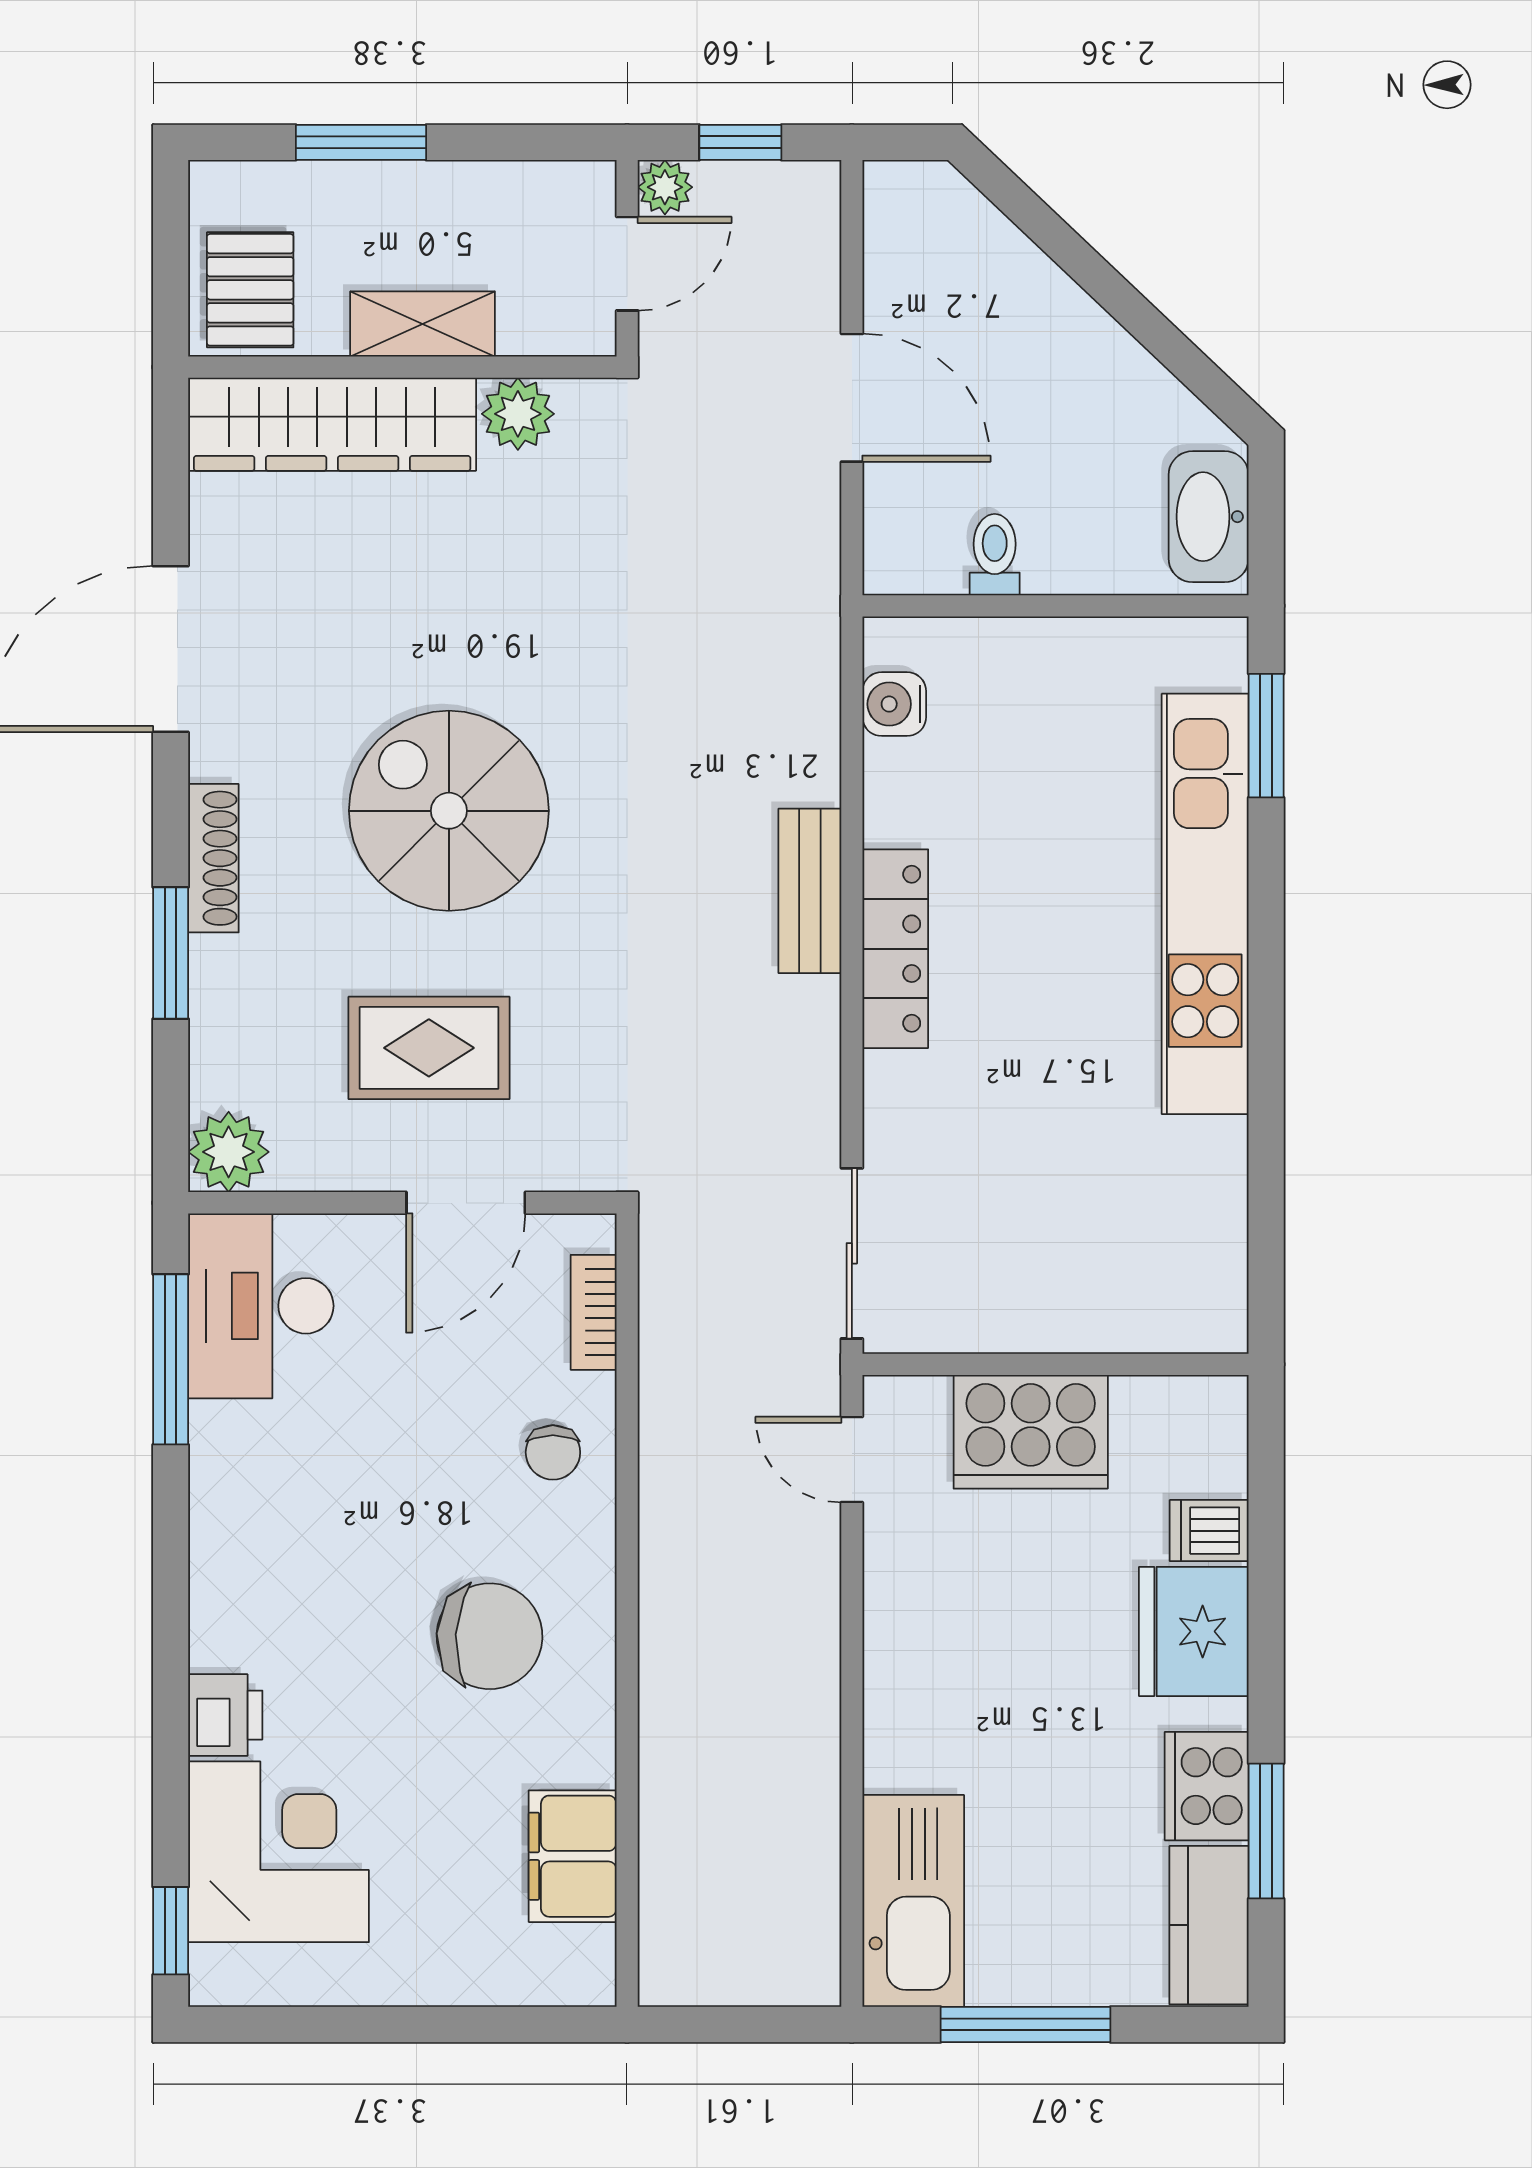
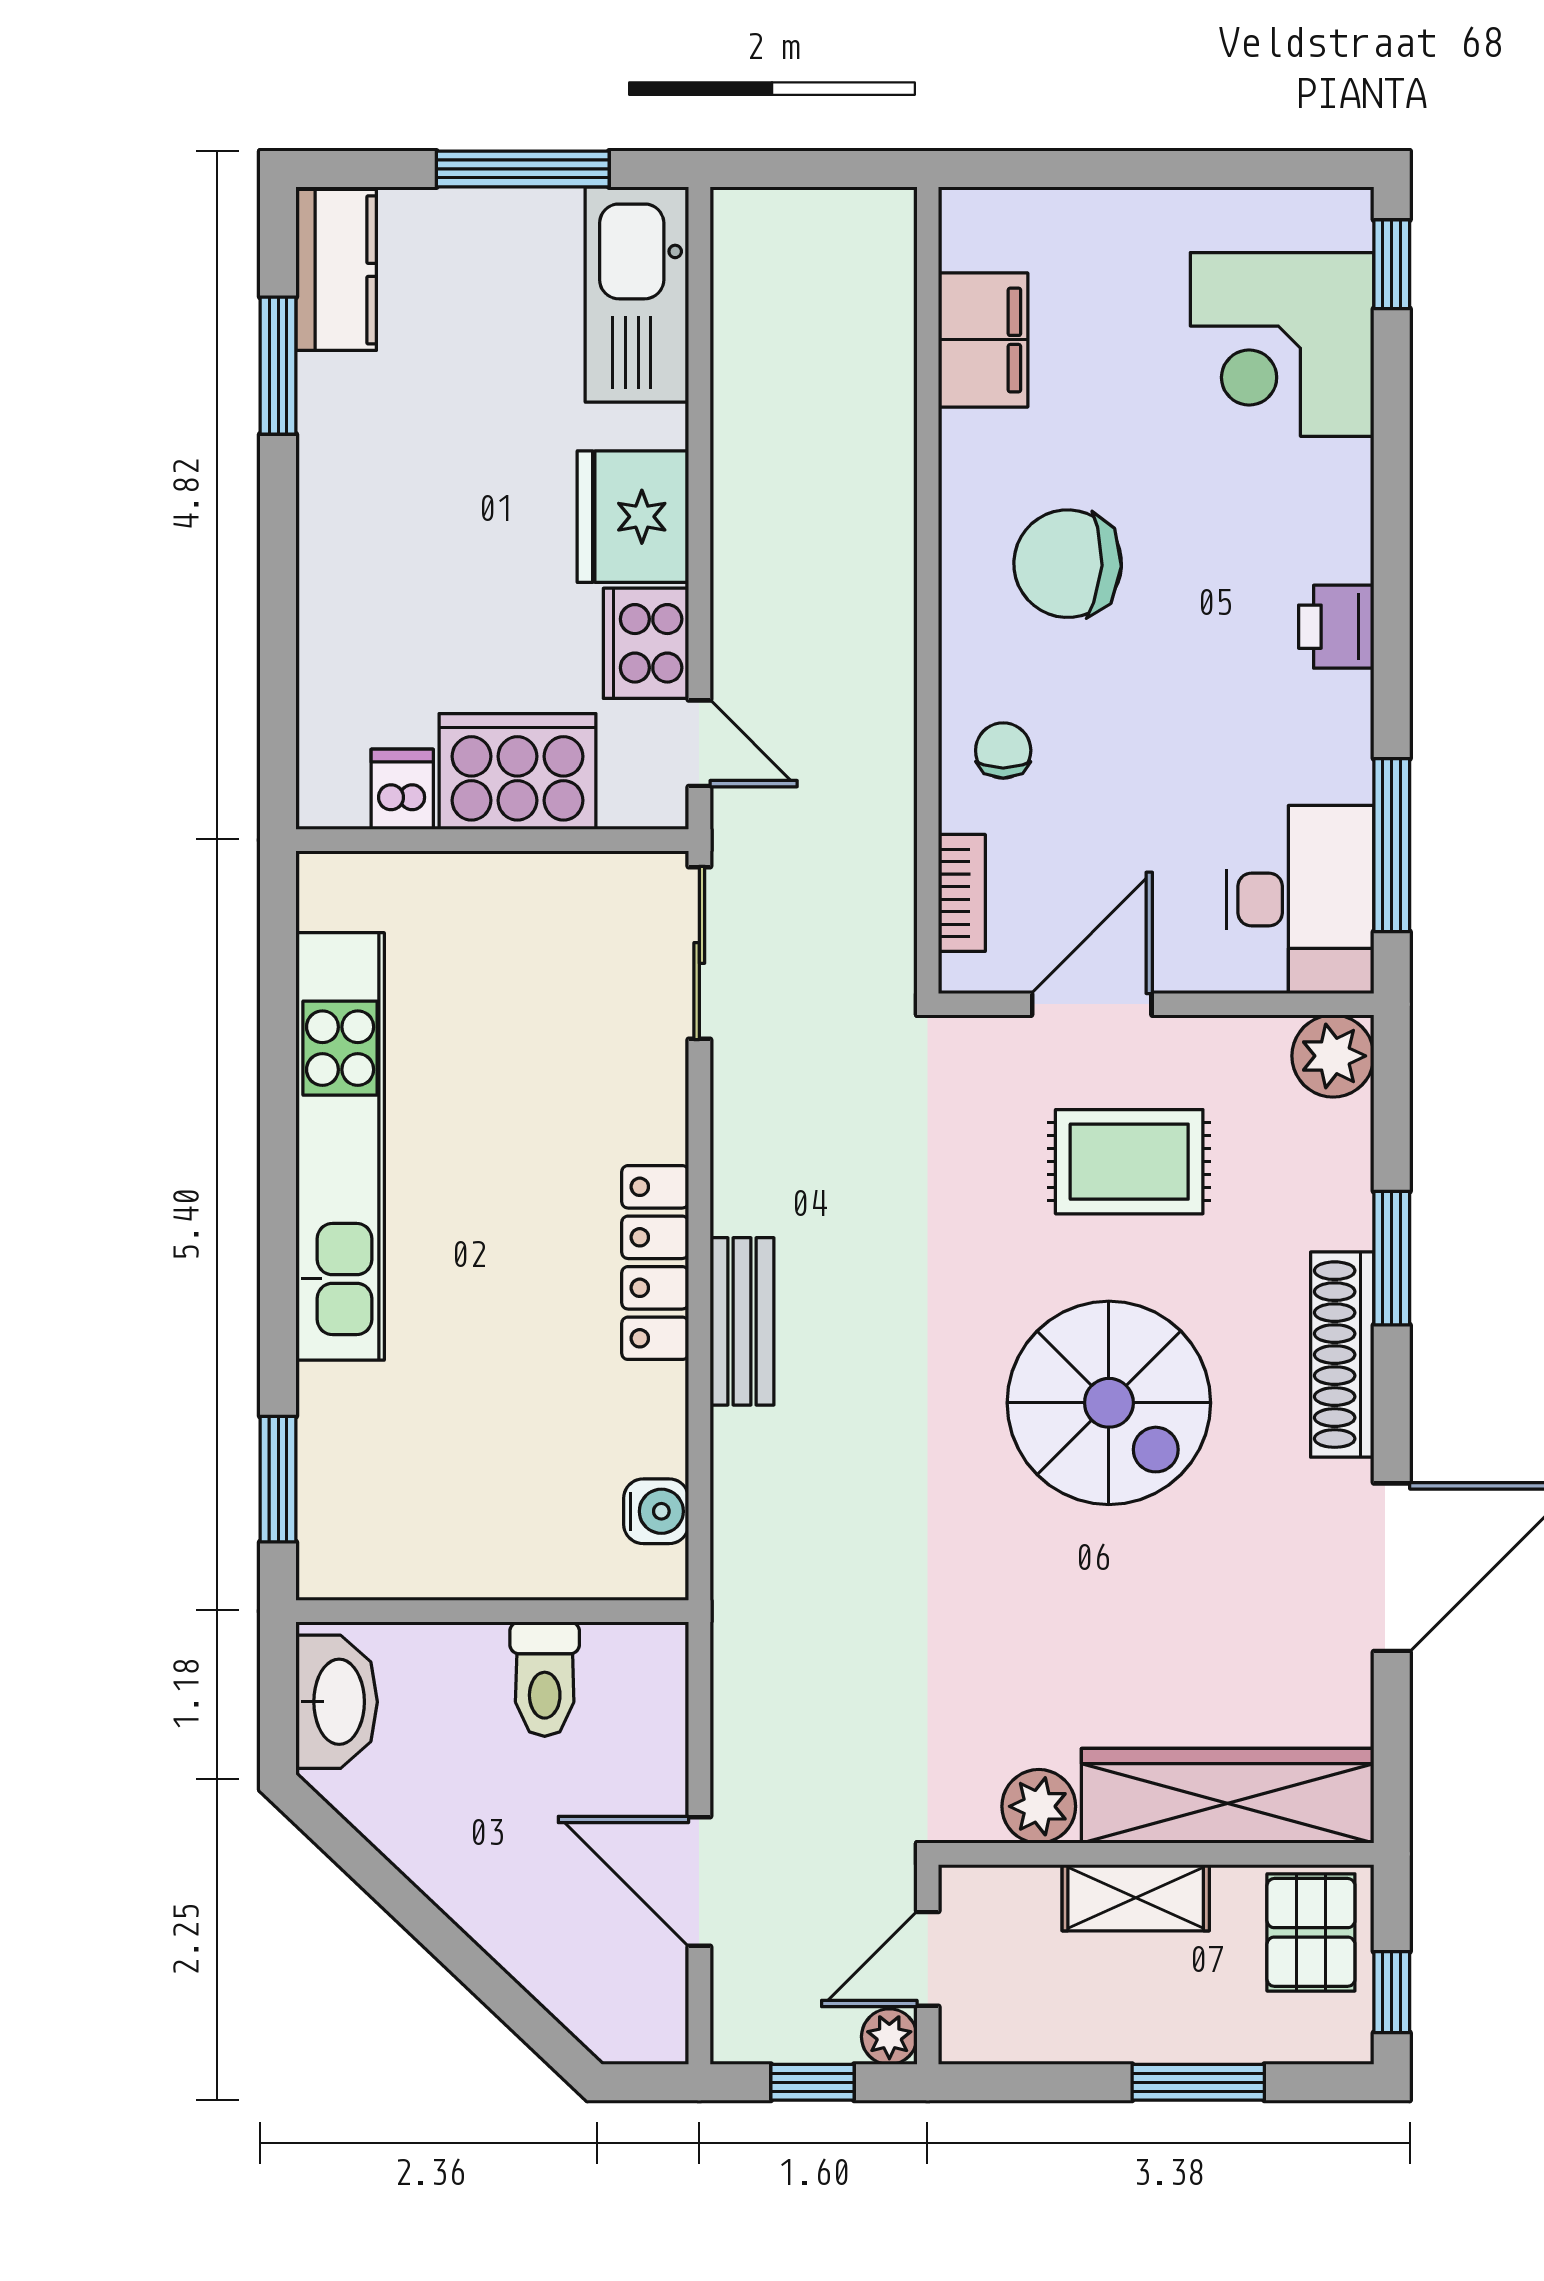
window: (171, 231) -> (1392, 1992), added
door: (852, 398) -> (699, 1881), moved
toilet: (995, 555) -> (545, 1679), width x1.37, depth x1.39
shoe rack: (213, 858) -> (1342, 1355), width x1.36, depth x1.24
kitchen unit: (1205, 904) -> (340, 1146), moved
dishwasher: (1209, 1531) -> (402, 789), moved, turned -90
fridge: (1194, 1631) -> (633, 517), moved, turned 180
printer: (225, 1715) -> (1336, 627), moved
cooker: (1207, 1786) -> (646, 643), moved, turned 180

